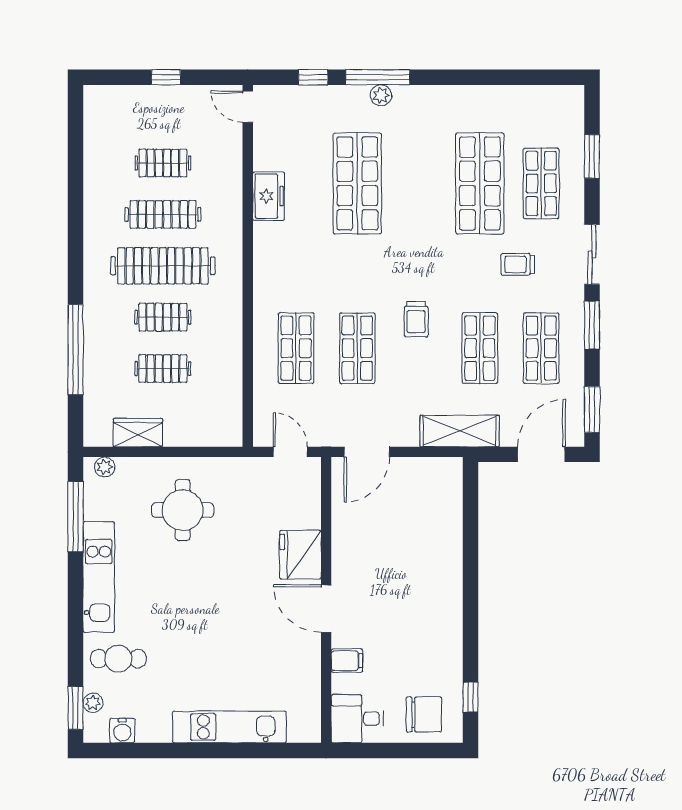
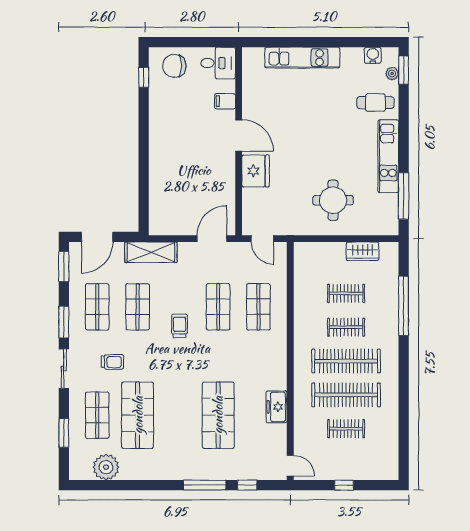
plant: (381, 95) -> (106, 467), moved, width x1.88, depth x1.88
clothes rail: (163, 214) -> (346, 395), width x1.37, depth x1.31
plant: (105, 467) -> (384, 229), removed

